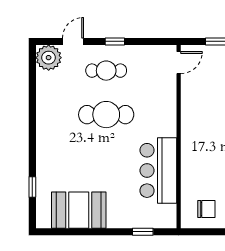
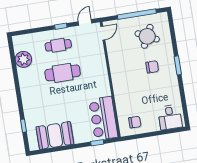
door: (73, 41) -> (85, 22), moved
plant: (49, 58) -> (23, 59), moved
bar counter: (158, 170) -> (103, 118), moved

